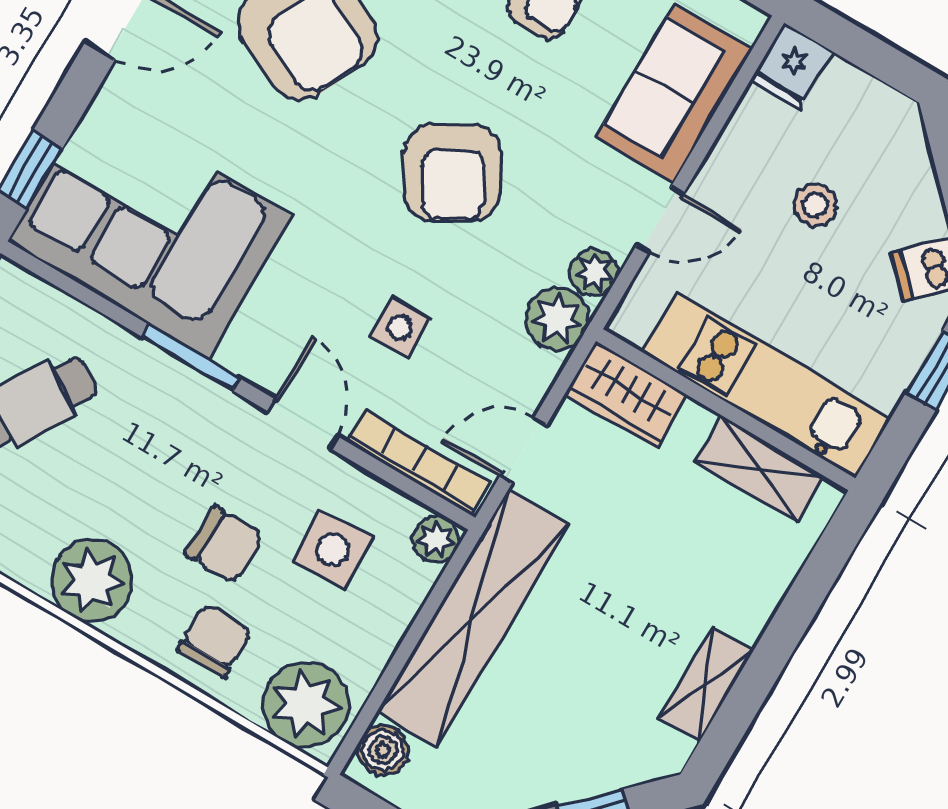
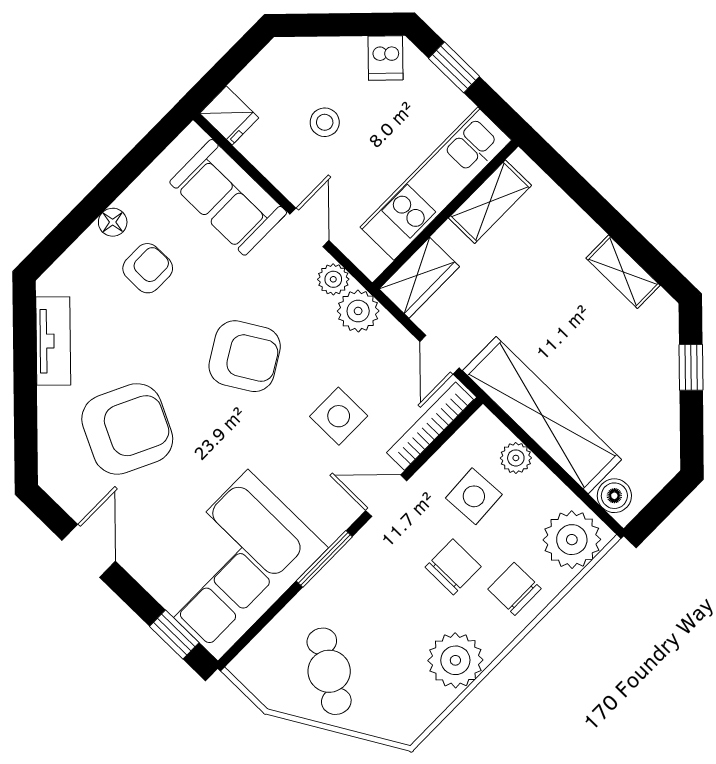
side table: (400, 328) -> (339, 416), width x1.37, depth x1.37
plant: (436, 539) -> (516, 458), moved

